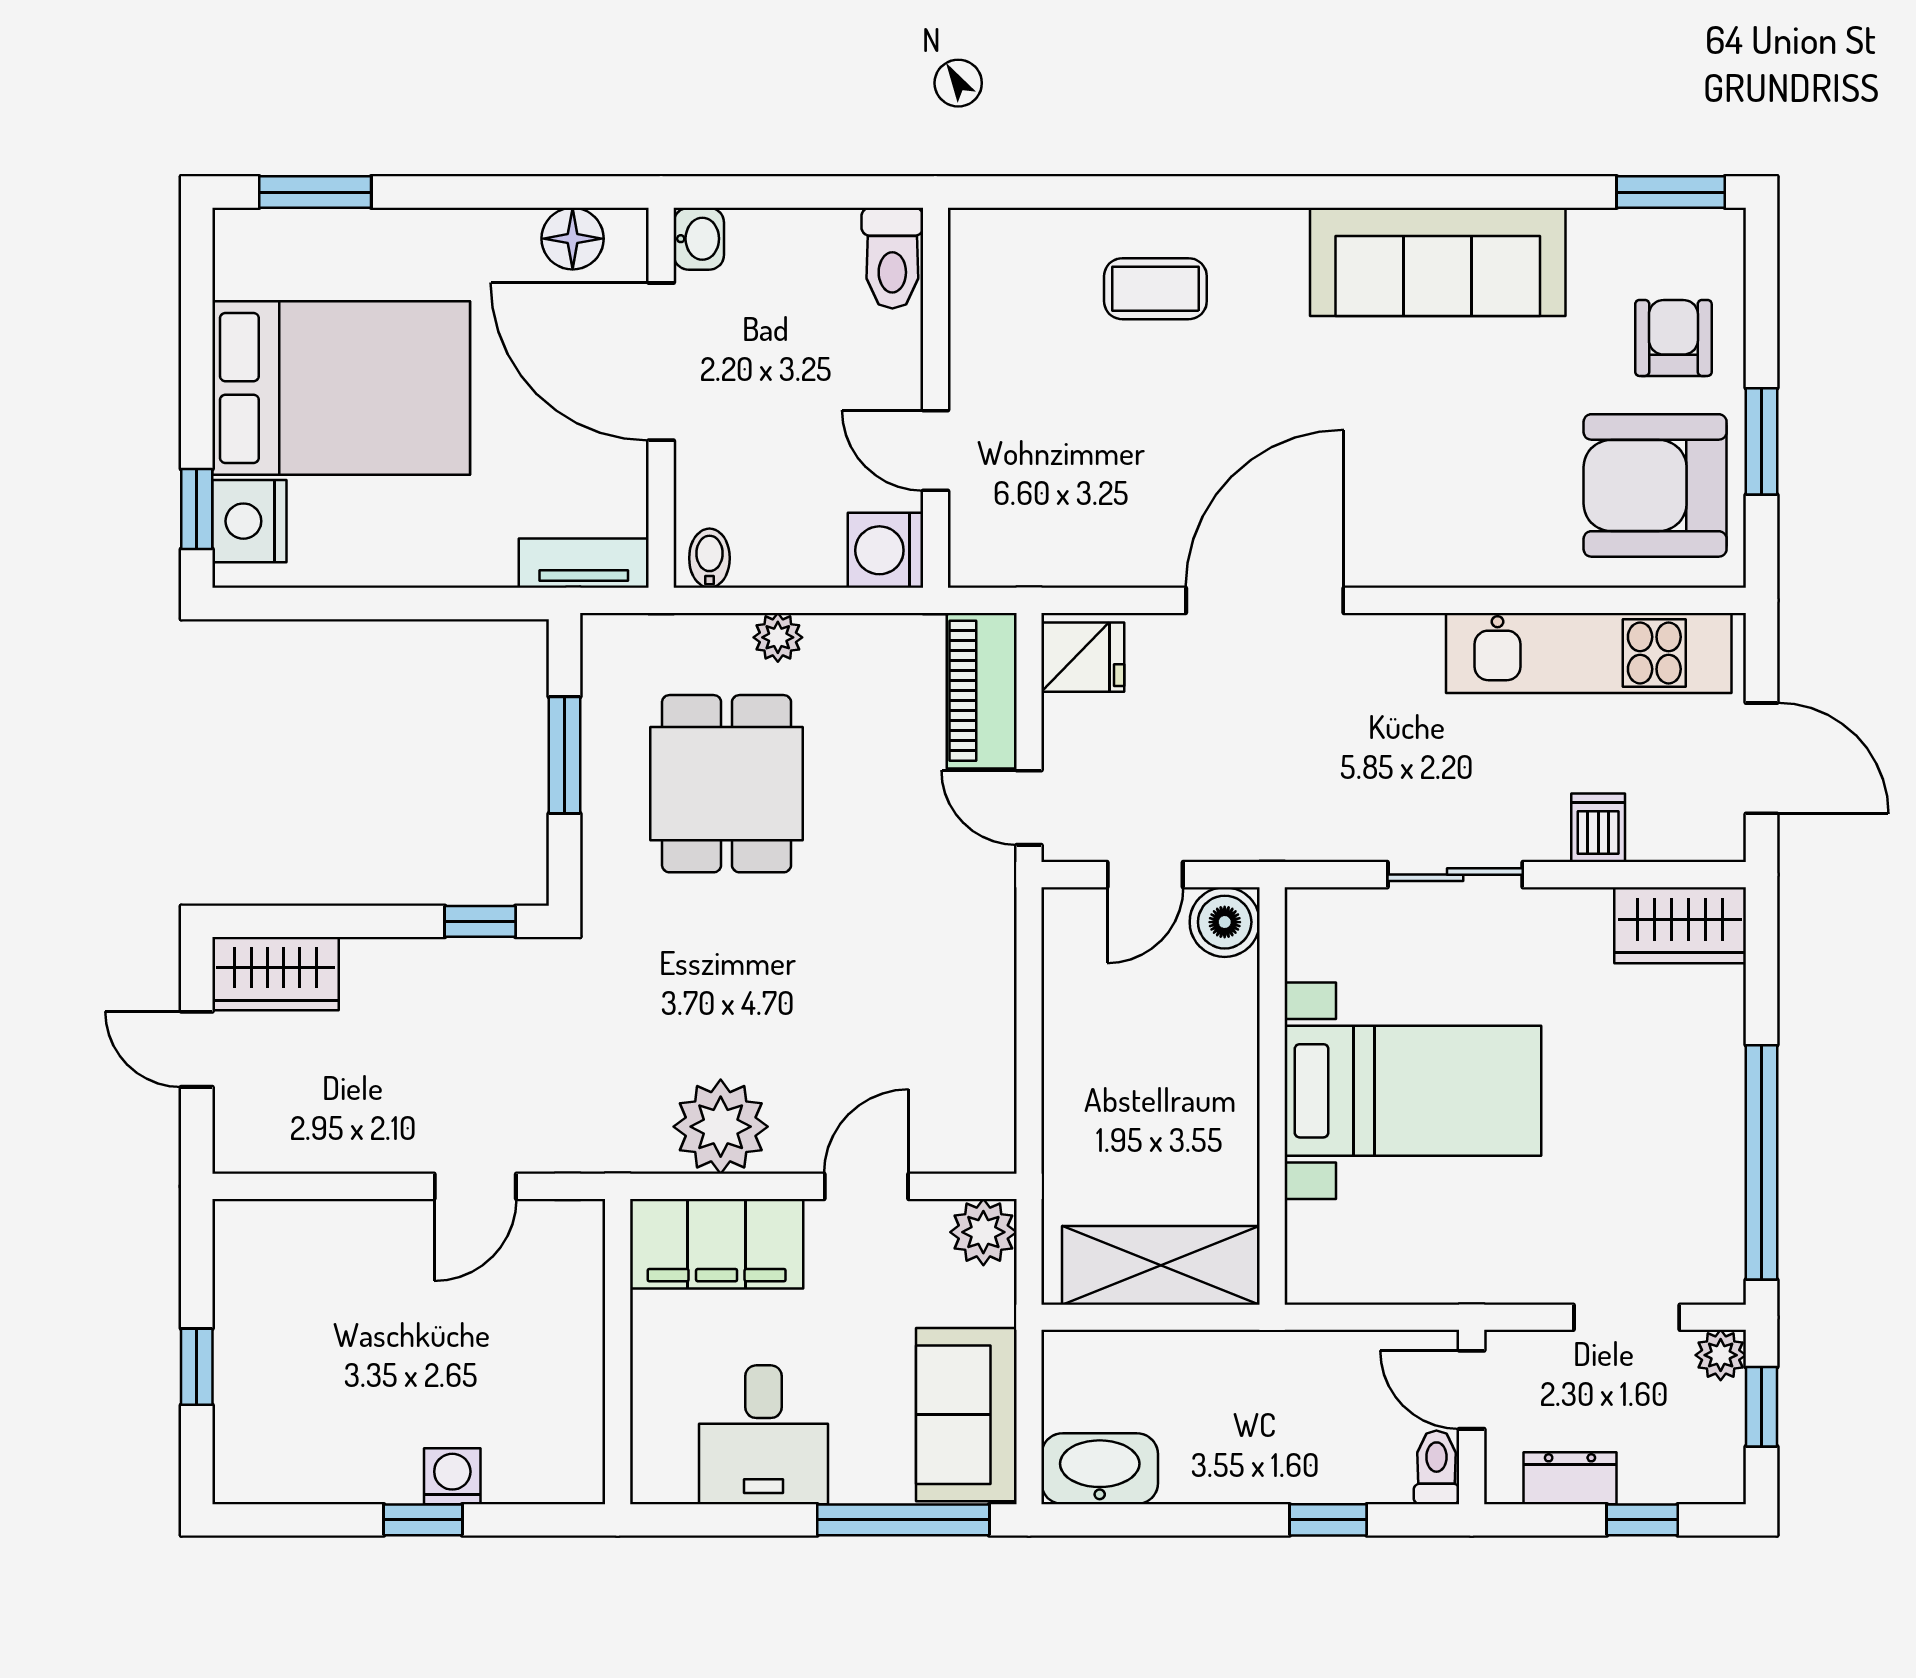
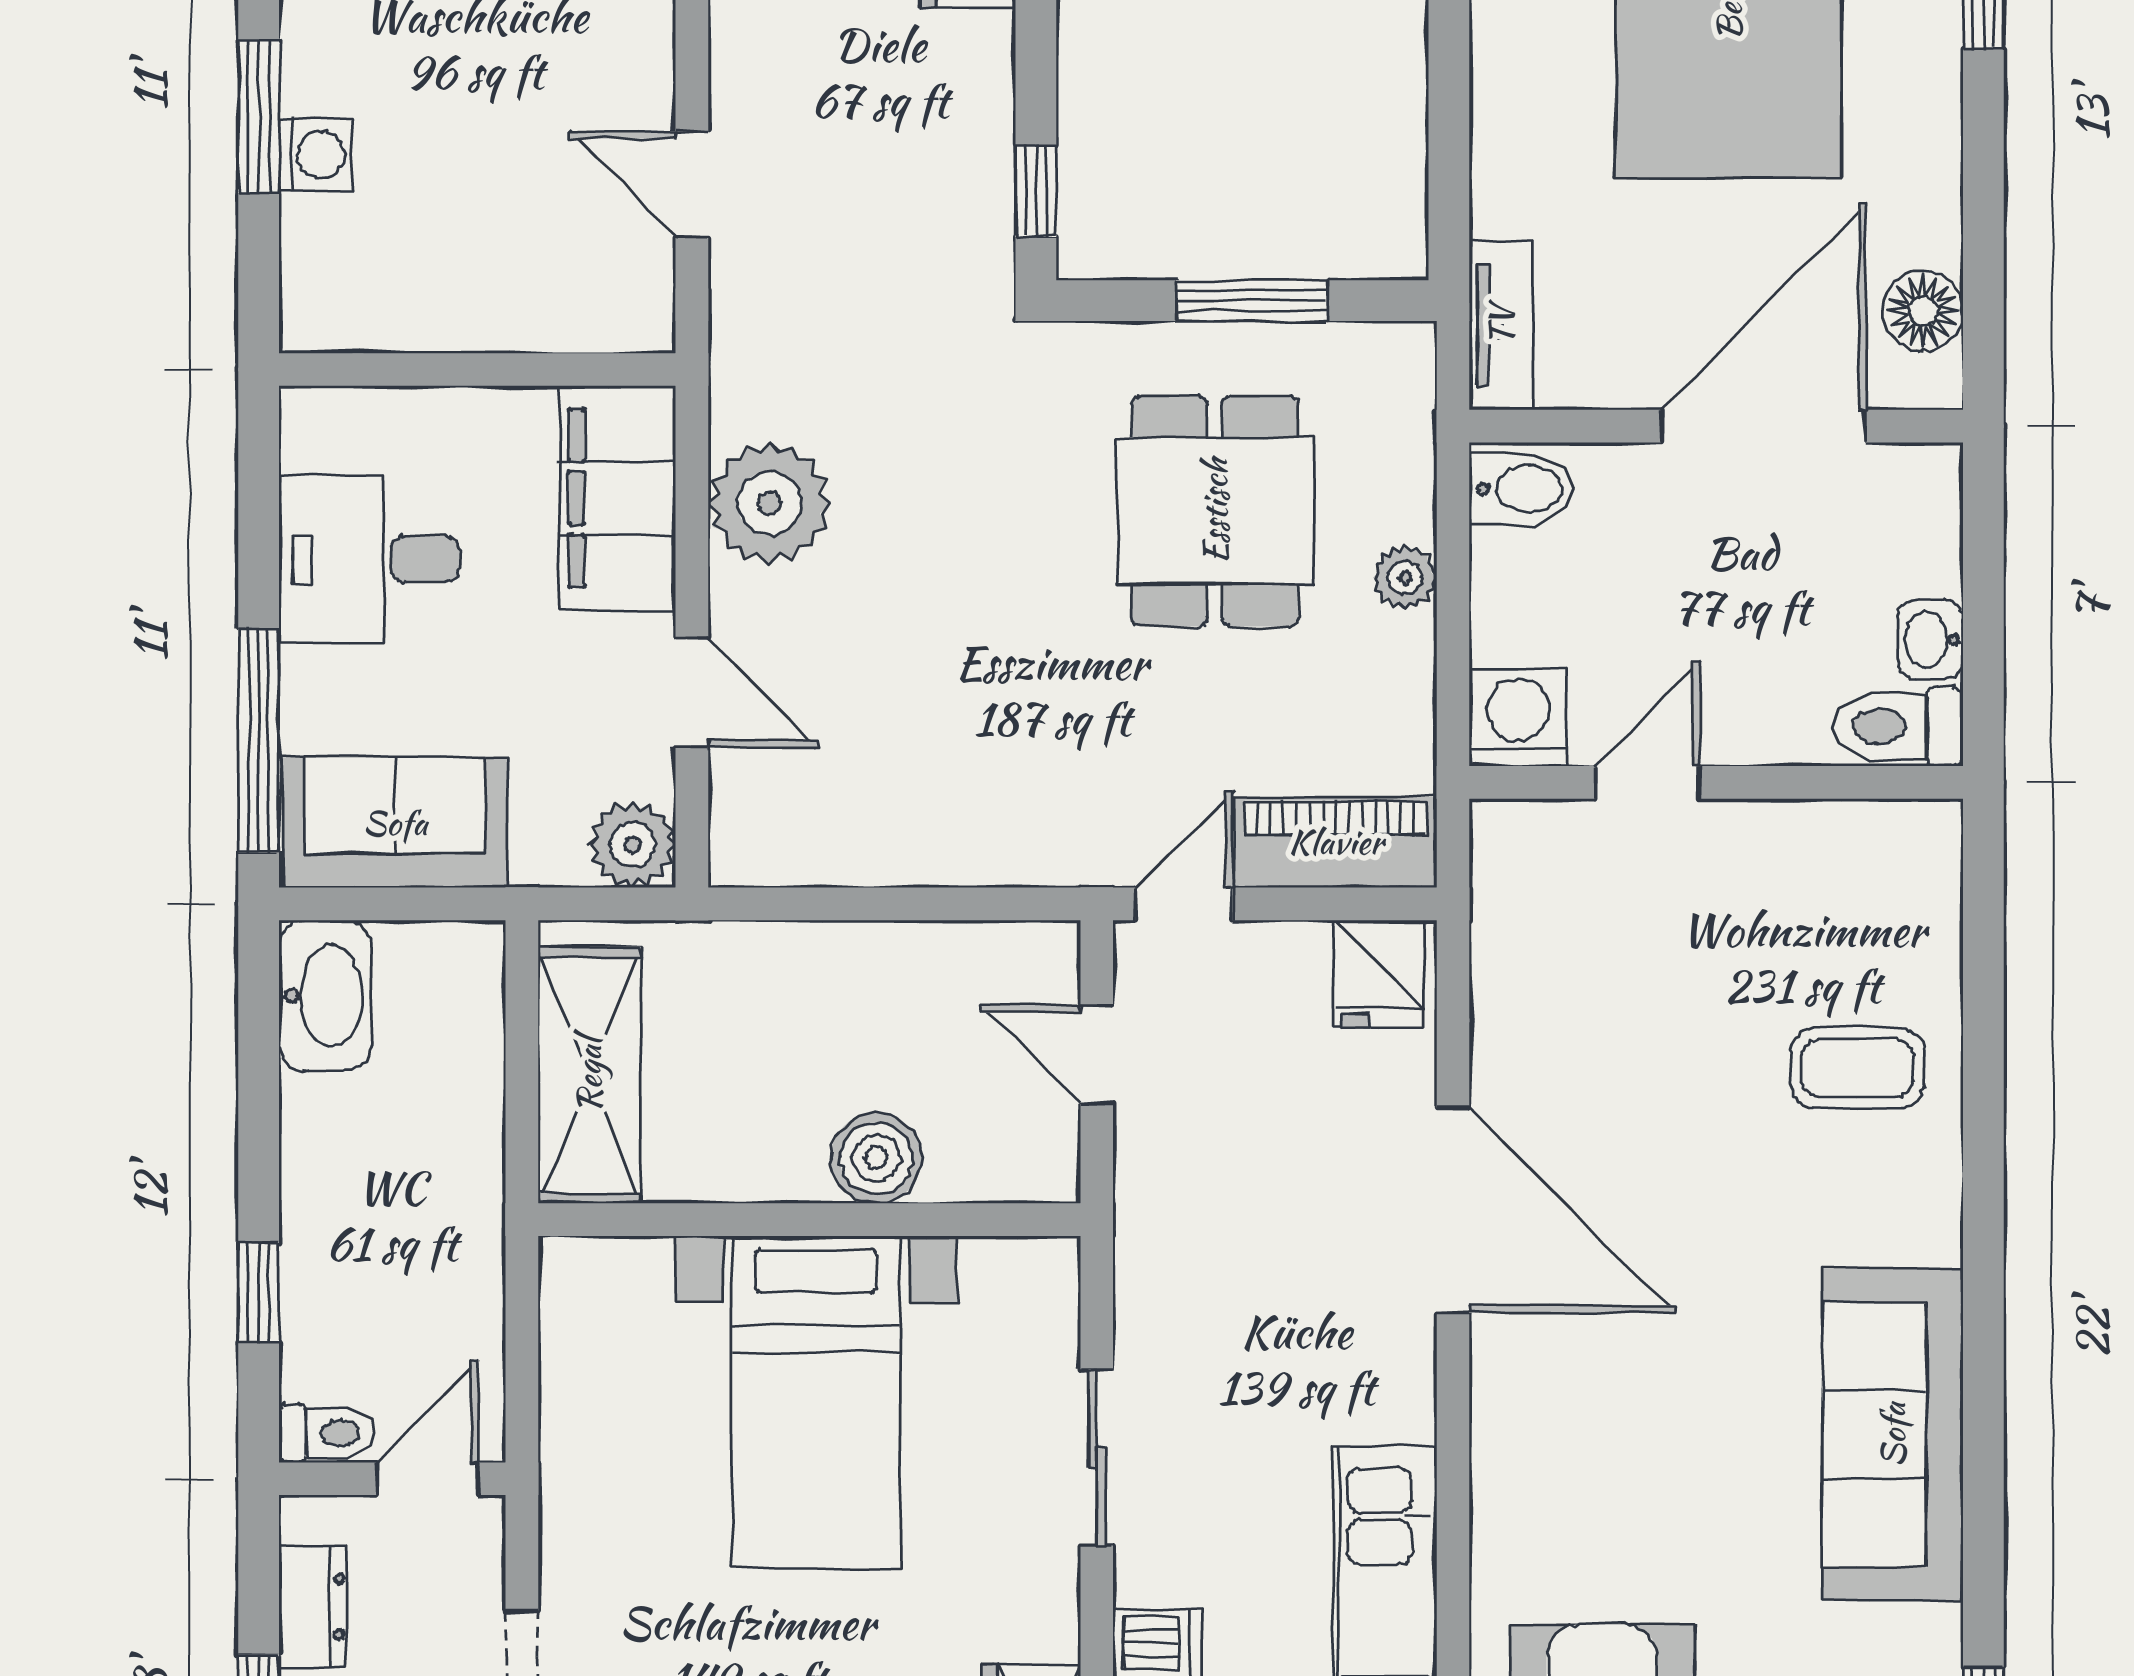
washbasin: (699, 239) -> (1930, 640), moved, turned 90
coffee table: (1155, 289) -> (1858, 1068), turned 90
bidet: (709, 558) -> (1522, 489), width x1.38, depth x1.36
dining table: (727, 784) -> (1215, 511), turned 90
boiler: (1225, 922) -> (876, 1158), moved
window: (423, 1520) -> (259, 117), width x1.50

